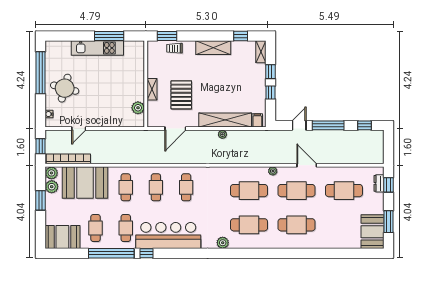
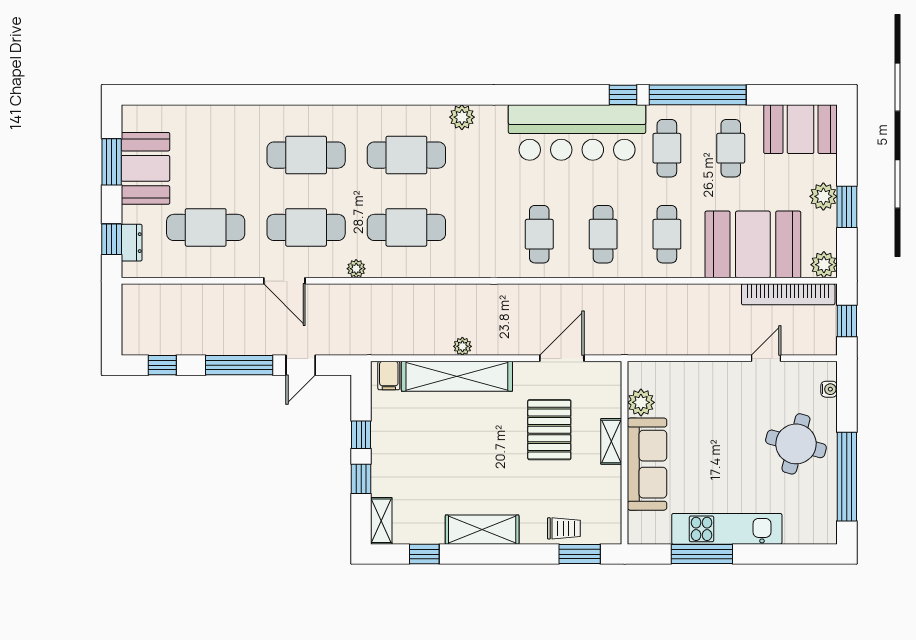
sofa: (135, 79) -> (647, 464), added
plant: (52, 187) -> (823, 196), moved
booth: (372, 232) -> (145, 168), moved

